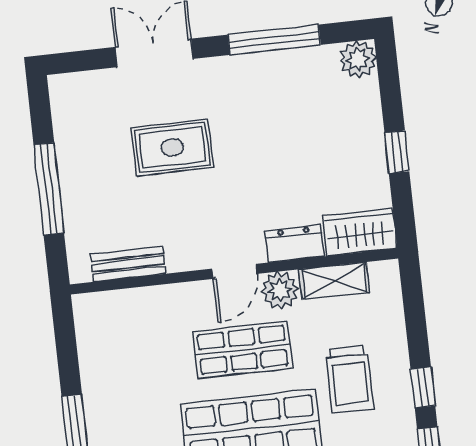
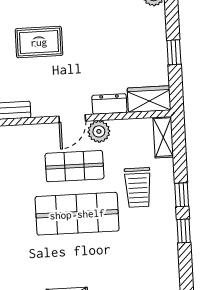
shelving: (334, 281) -> (163, 137), moved, turned 90

